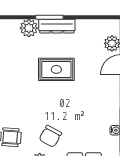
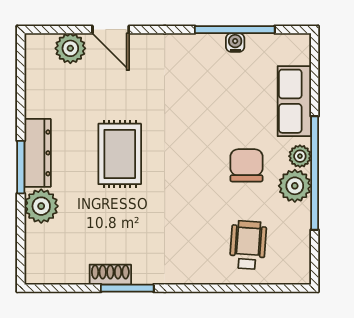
chair: (50, 136) -> (246, 165), turned -119

